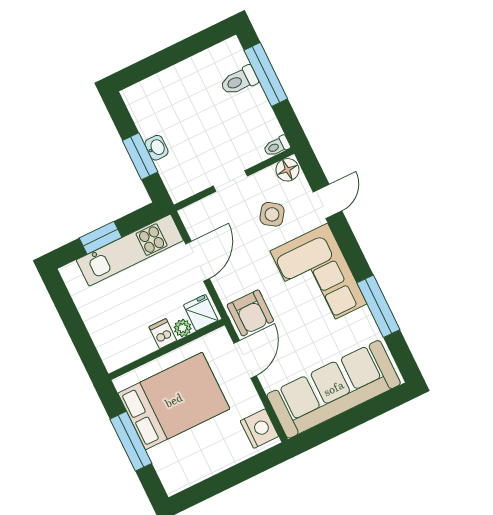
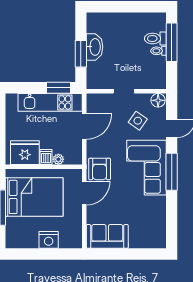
toilet: (277, 146) -> (158, 51), moved
washbasin: (156, 148) -> (95, 47), width x1.91, depth x1.45
window: (100, 238) -> (58, 88), moved
window: (378, 306) -> (172, 172), moved
fridge: (201, 313) -> (25, 153), moved, width x1.88, depth x1.34
sofa: (334, 389) -> (107, 236), width x0.54, depth x0.79
nightstand: (259, 429) -> (49, 240), moved, turned 90

